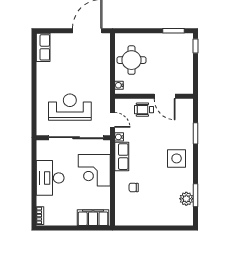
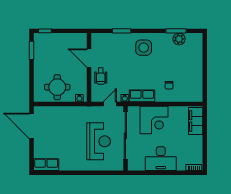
door: (165, 96) -> (89, 58), swing flipped
reception desk: (70, 107) -> (99, 141), turned 180

